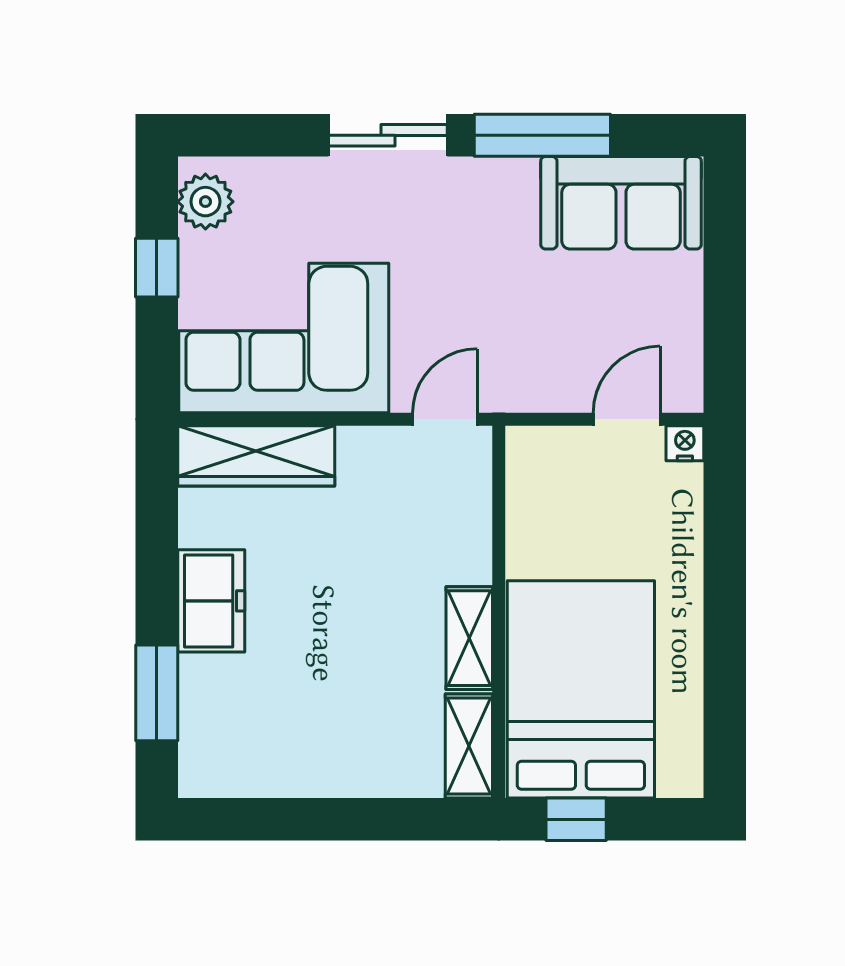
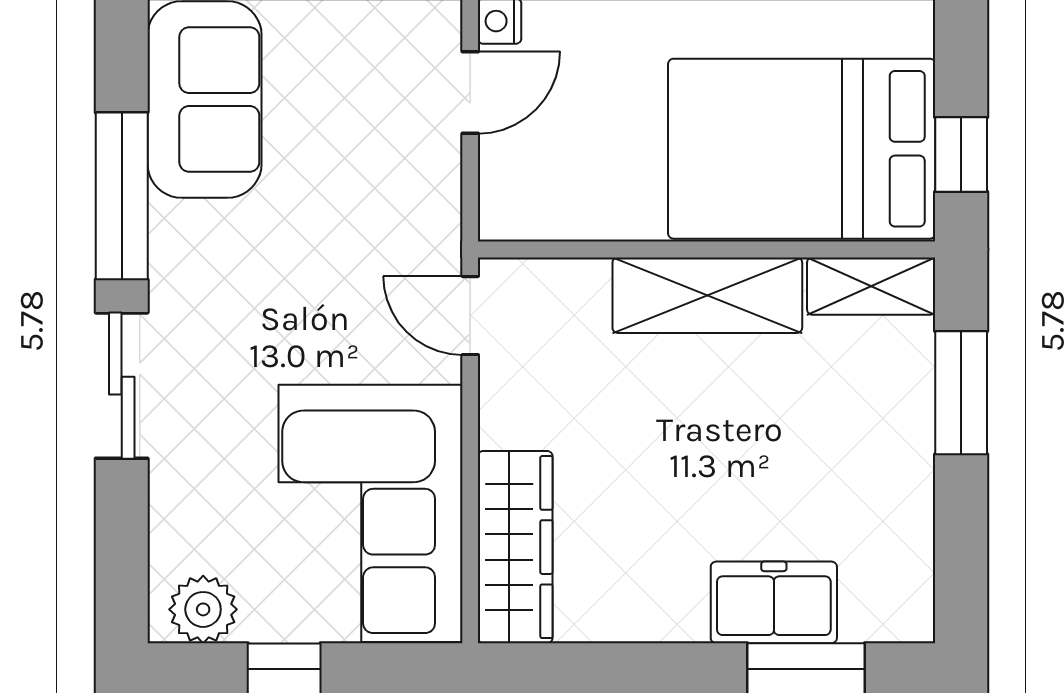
door: (627, 419) -> (470, 92), swing flipped
freezer: (211, 601) -> (774, 602), moved
shelving: (469, 638) -> (707, 295), width x1.50, depth x1.33
window: (382, 819) -> (961, 393), added

